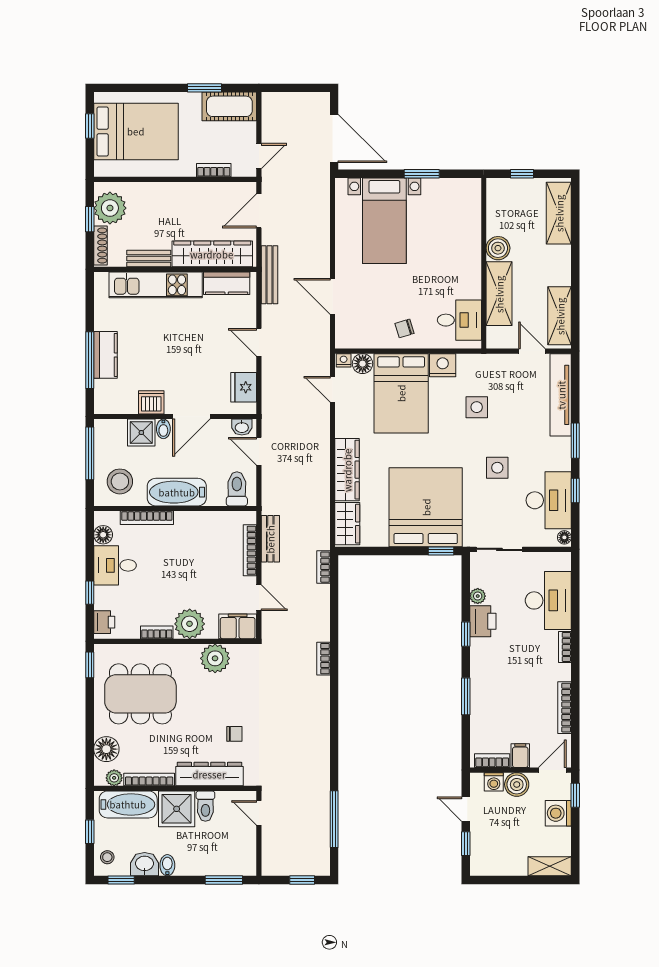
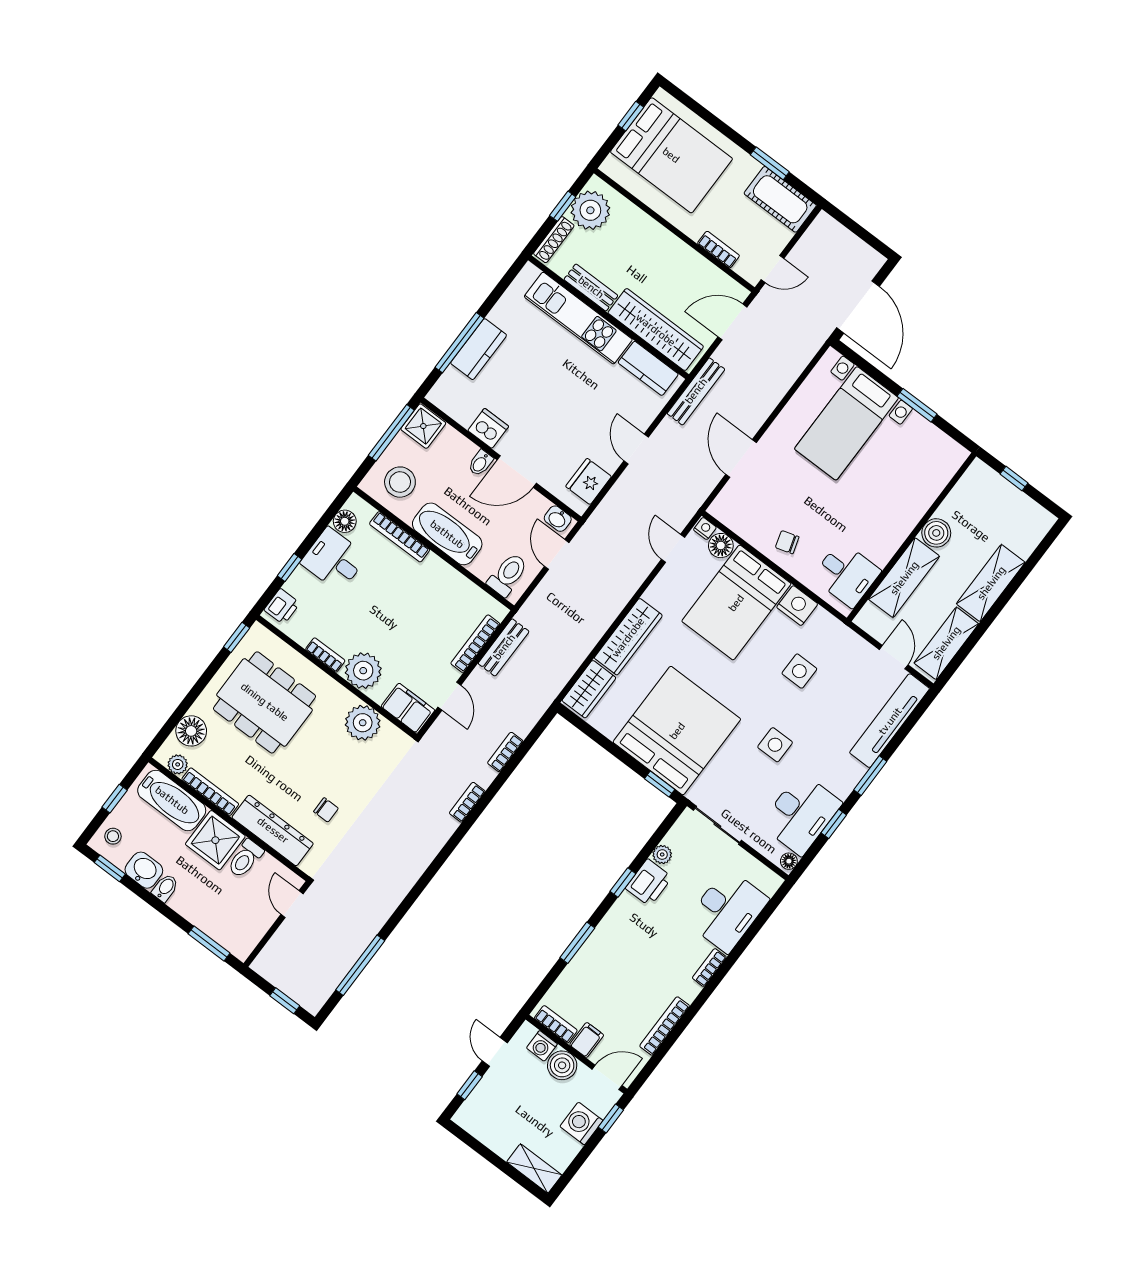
shelving: (559, 213) -> (991, 583), moved
shower: (141, 433) -> (423, 426), moved
bookcase: (323, 567) -> (505, 752), moved

